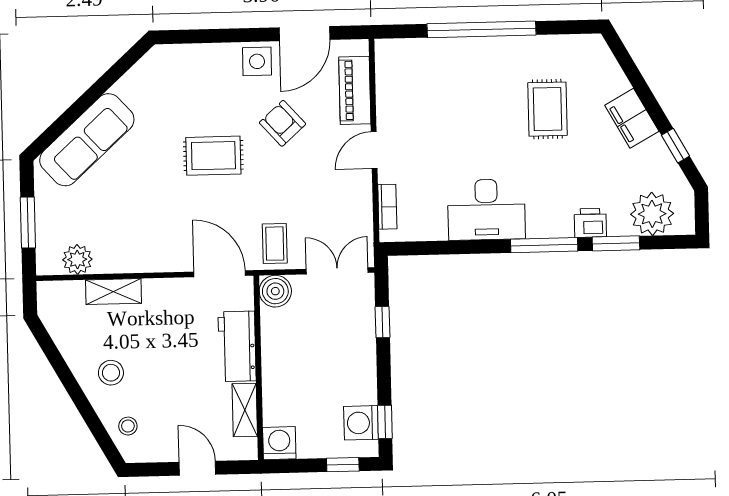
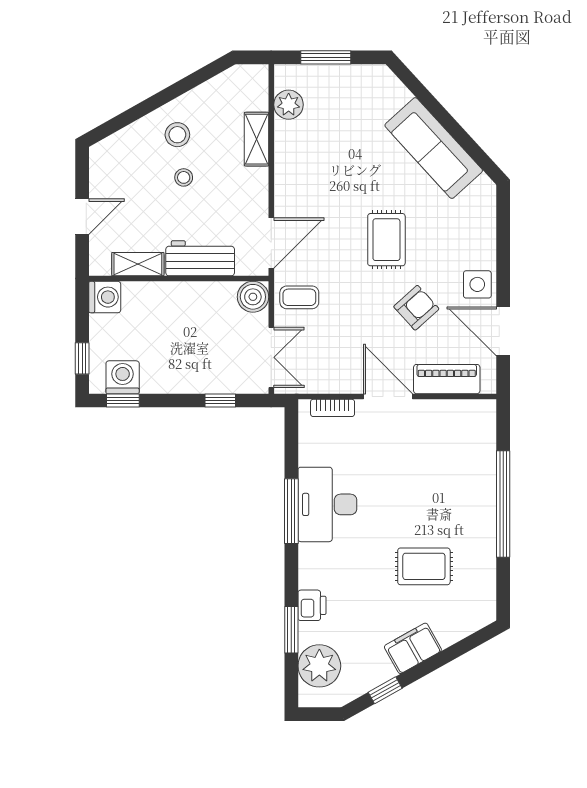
sofa: (87, 140) -> (434, 148), moved
door: (374, 150) -> (388, 396), width x1.37
window: (544, 245) -> (291, 511), moved
stool: (128, 426) -> (184, 177), moved

